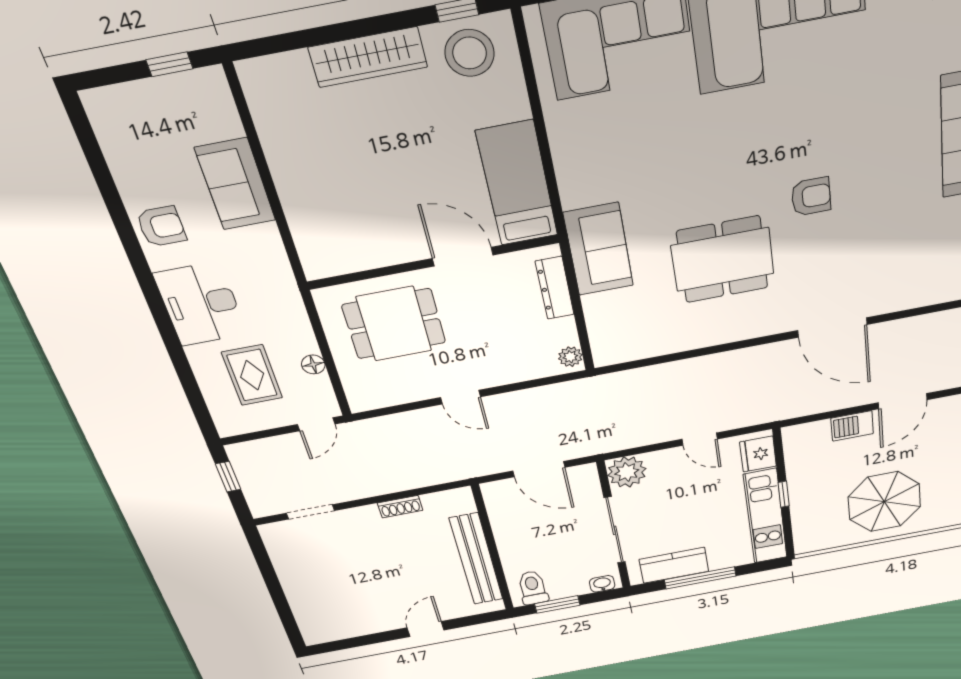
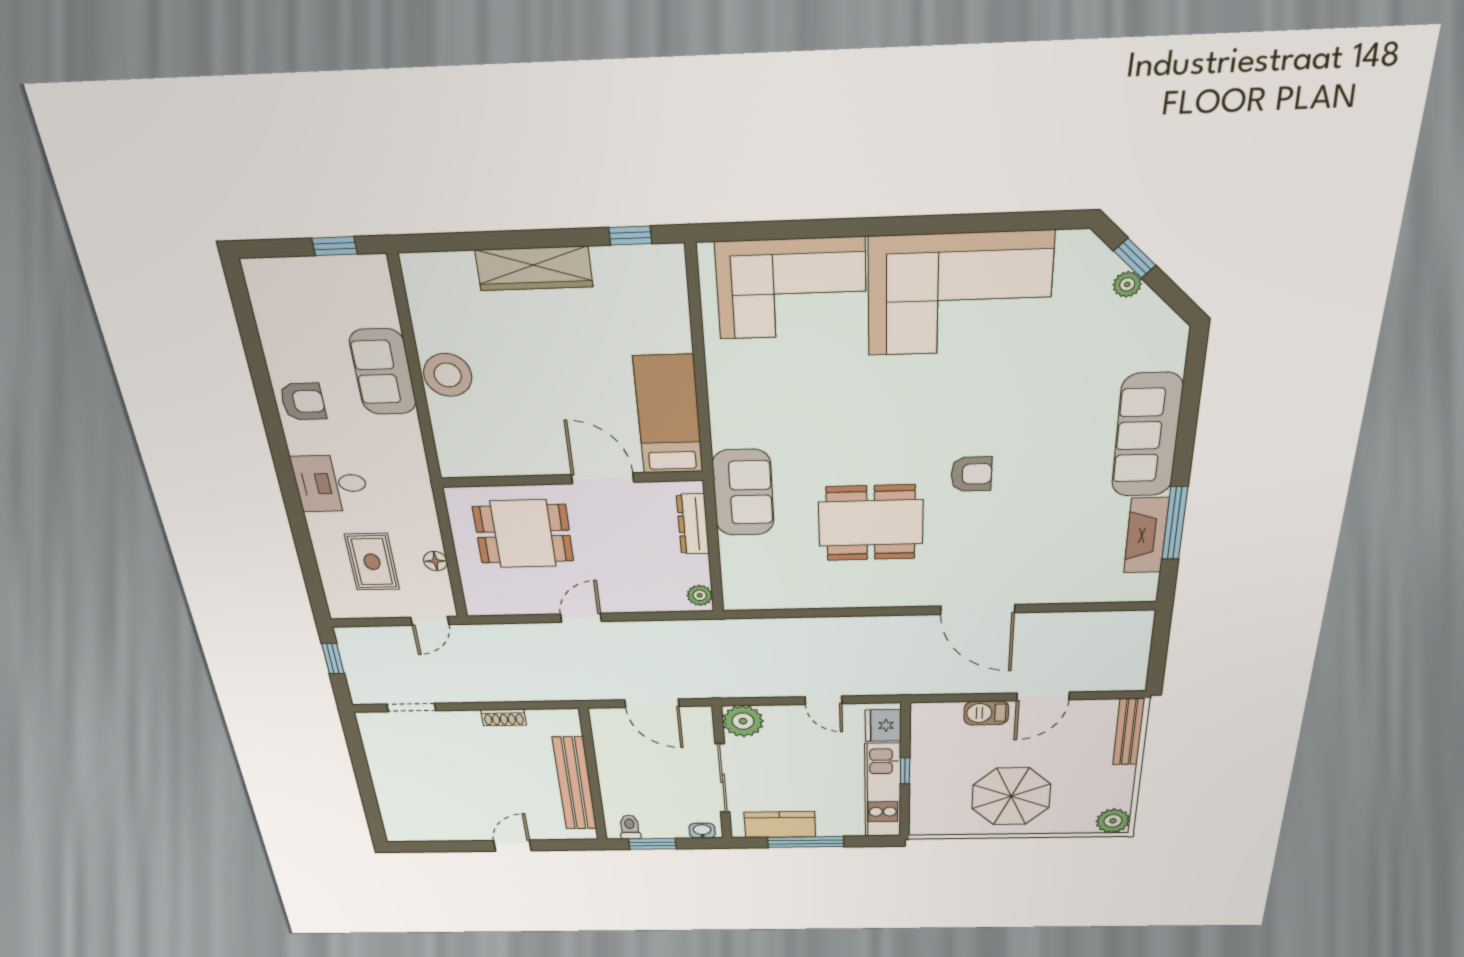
stool: (470, 53) -> (448, 375), moved
desk: (201, 304) -> (331, 484), width x0.73
door: (461, 397) -> (581, 618), swing flipped
toilet: (533, 588) -> (630, 827), width x0.73, depth x0.72

